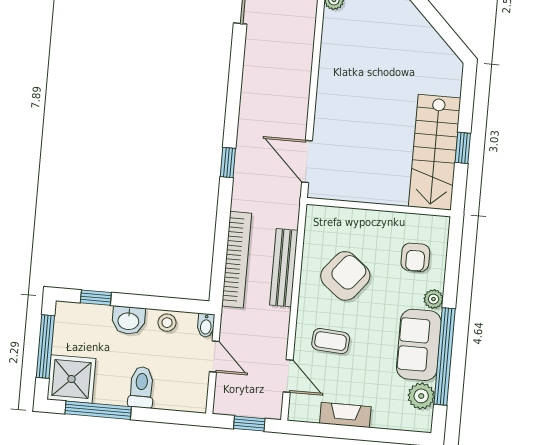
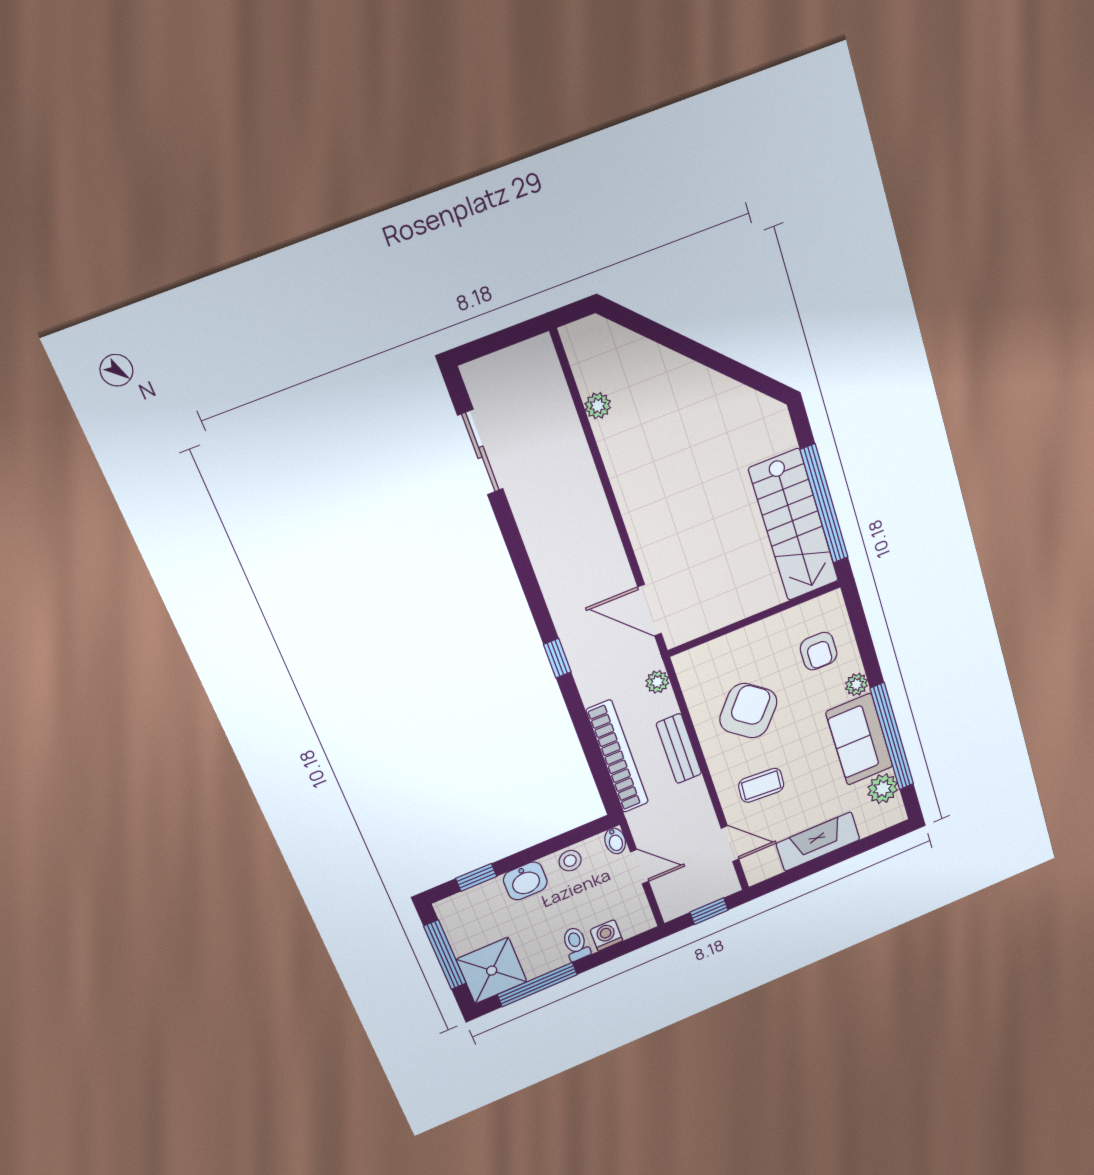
window: (463, 148) -> (824, 504), width x3.17
plant: (289, 218) -> (657, 682), added
bench: (284, 268) -> (679, 749), width x0.73
toilet: (141, 387) -> (576, 944), width x0.73, depth x0.72
washing machine: (166, 399) -> (606, 935), added
fireplace: (345, 415) -> (818, 842), width x1.37, depth x1.32

